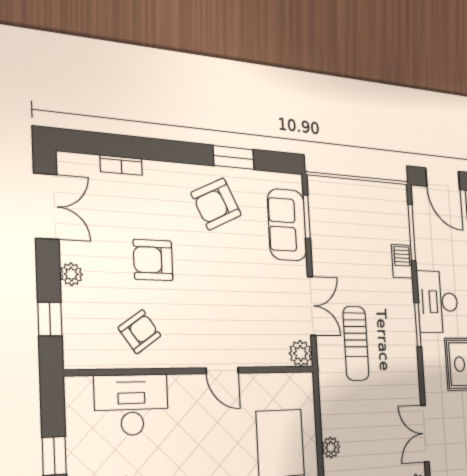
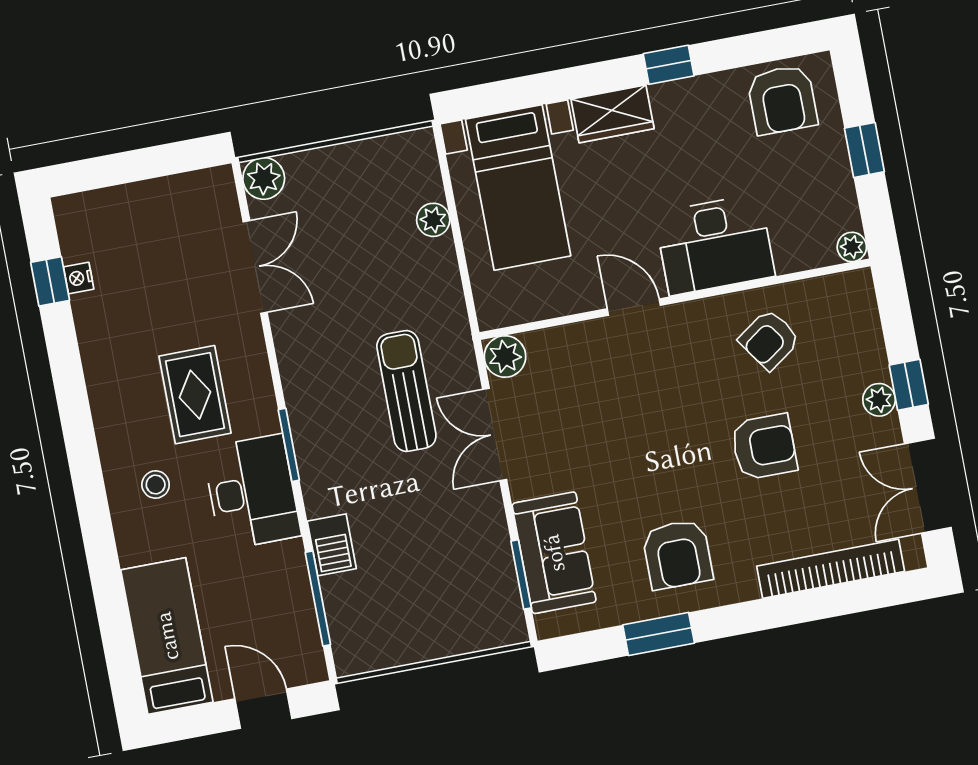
bookcase: (121, 165) -> (831, 569), width x2.31, depth x1.31
door: (443, 179) -> (263, 709), width x0.73
armchair: (216, 204) -> (677, 554), turned 116
window: (50, 319) -> (909, 385), moved
plant: (74, 386) -> (852, 247), added
desk: (132, 405) -> (715, 245), moved

